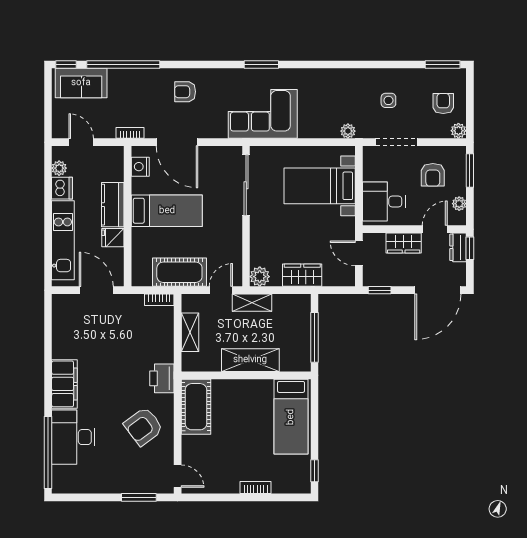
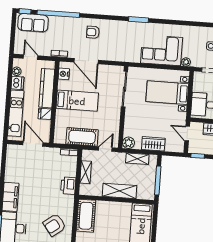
corner sofa: (263, 114) -> (162, 50), moved
kitchen counter: (113, 205) -> (47, 88), width x1.50
shelving: (252, 303) -> (137, 159), moved
printer: (162, 378) -> (68, 186), moved

